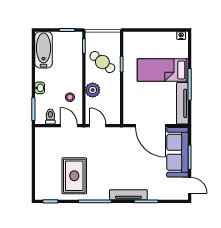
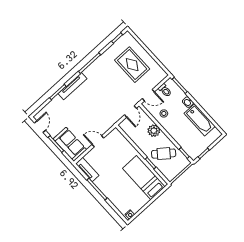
bathtub: (44, 50) -> (200, 120), moved
bed: (163, 70) -> (144, 178), moved, turned -90
tv unit: (182, 103) -> (87, 169), width x0.71
door: (98, 126) -> (130, 112), hinge flipped
door: (150, 126) -> (98, 141), width x0.53
sofa: (177, 152) -> (70, 144), width x0.73
rug: (74, 176) -> (132, 65), moved
door: (190, 185) -> (40, 127), swing flipped

